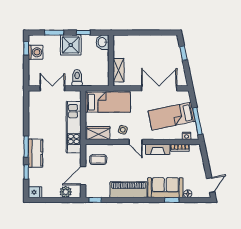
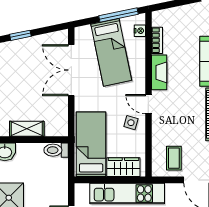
shelving: (119, 70) -> (27, 129), moved
toilet: (77, 78) -> (56, 150), moved
wardrobe: (98, 133) -> (123, 167), moved, turned 90
door: (136, 142) -> (148, 104), swing flipped

